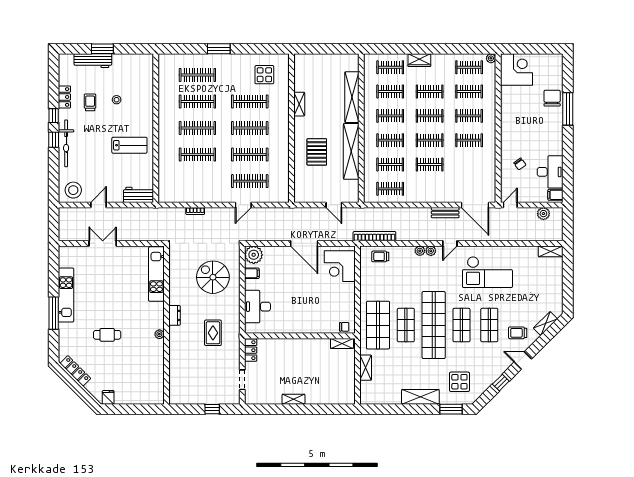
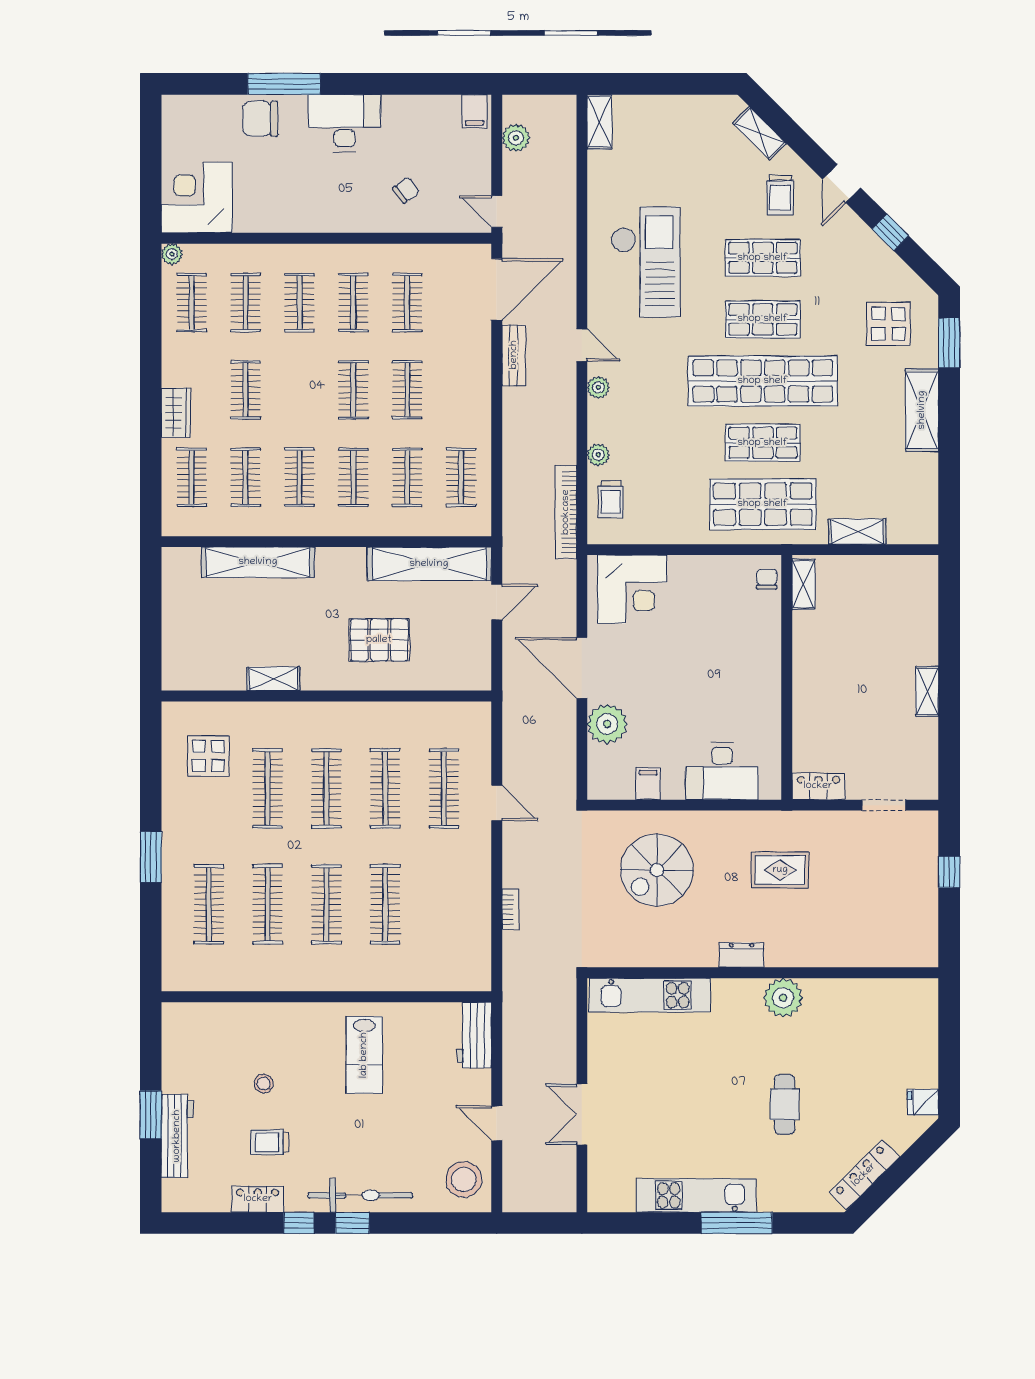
clothes rail: (430, 116) -> (407, 303), moved
lab bench: (129, 145) -> (364, 1055), turned 180
shelving: (351, 151) -> (429, 564), moved
desk: (550, 172) -> (345, 123), moved
door: (304, 243) -> (582, 668), swing flipped
plant: (420, 251) -> (598, 455), moved
plant: (254, 255) -> (607, 724), moved
plant: (159, 334) -> (783, 998), width x1.87, depth x1.87

